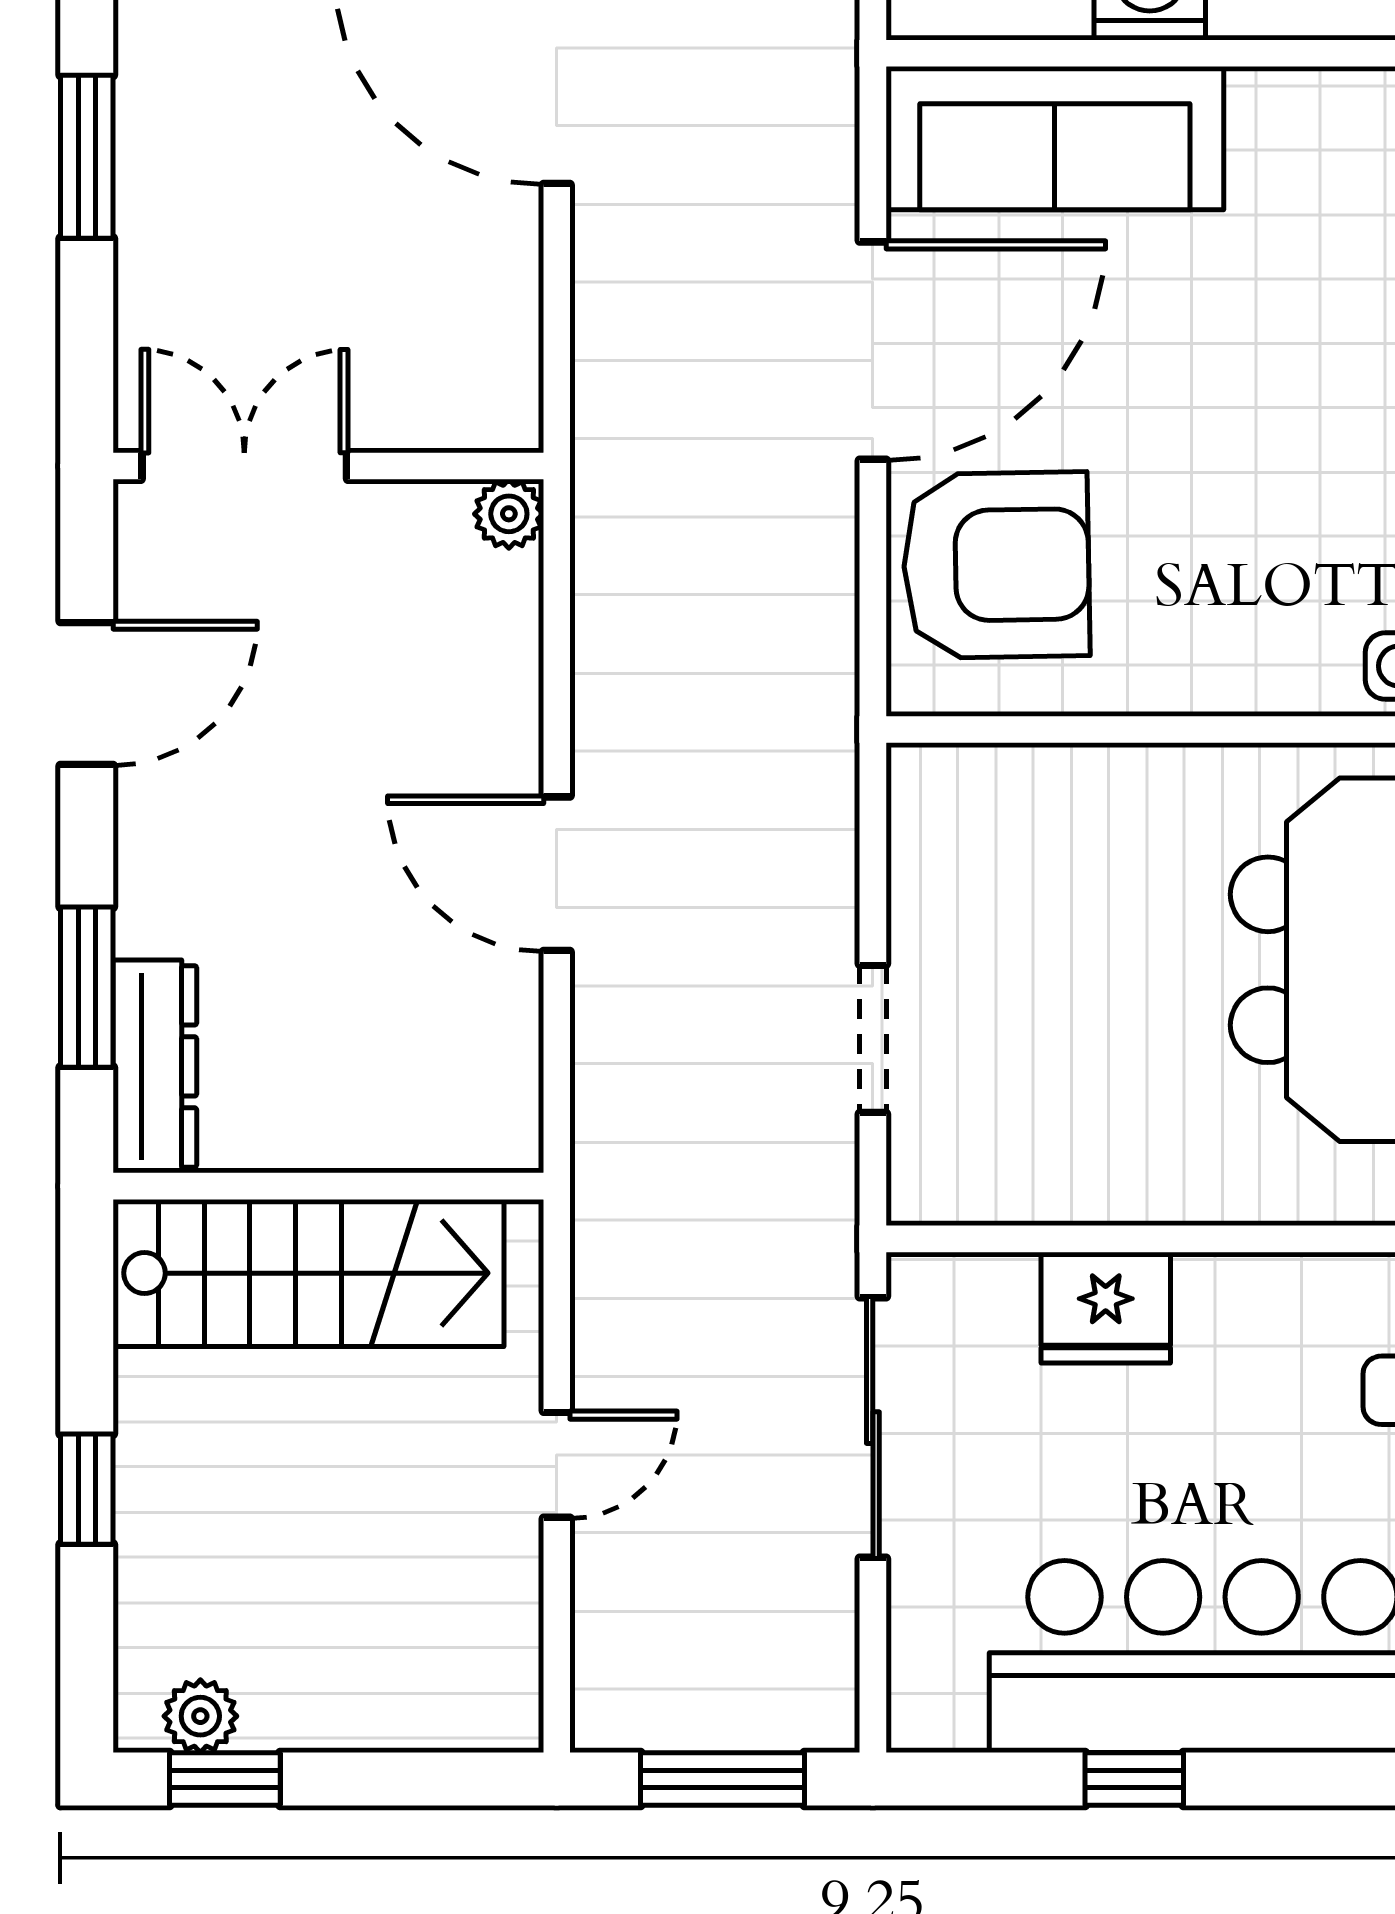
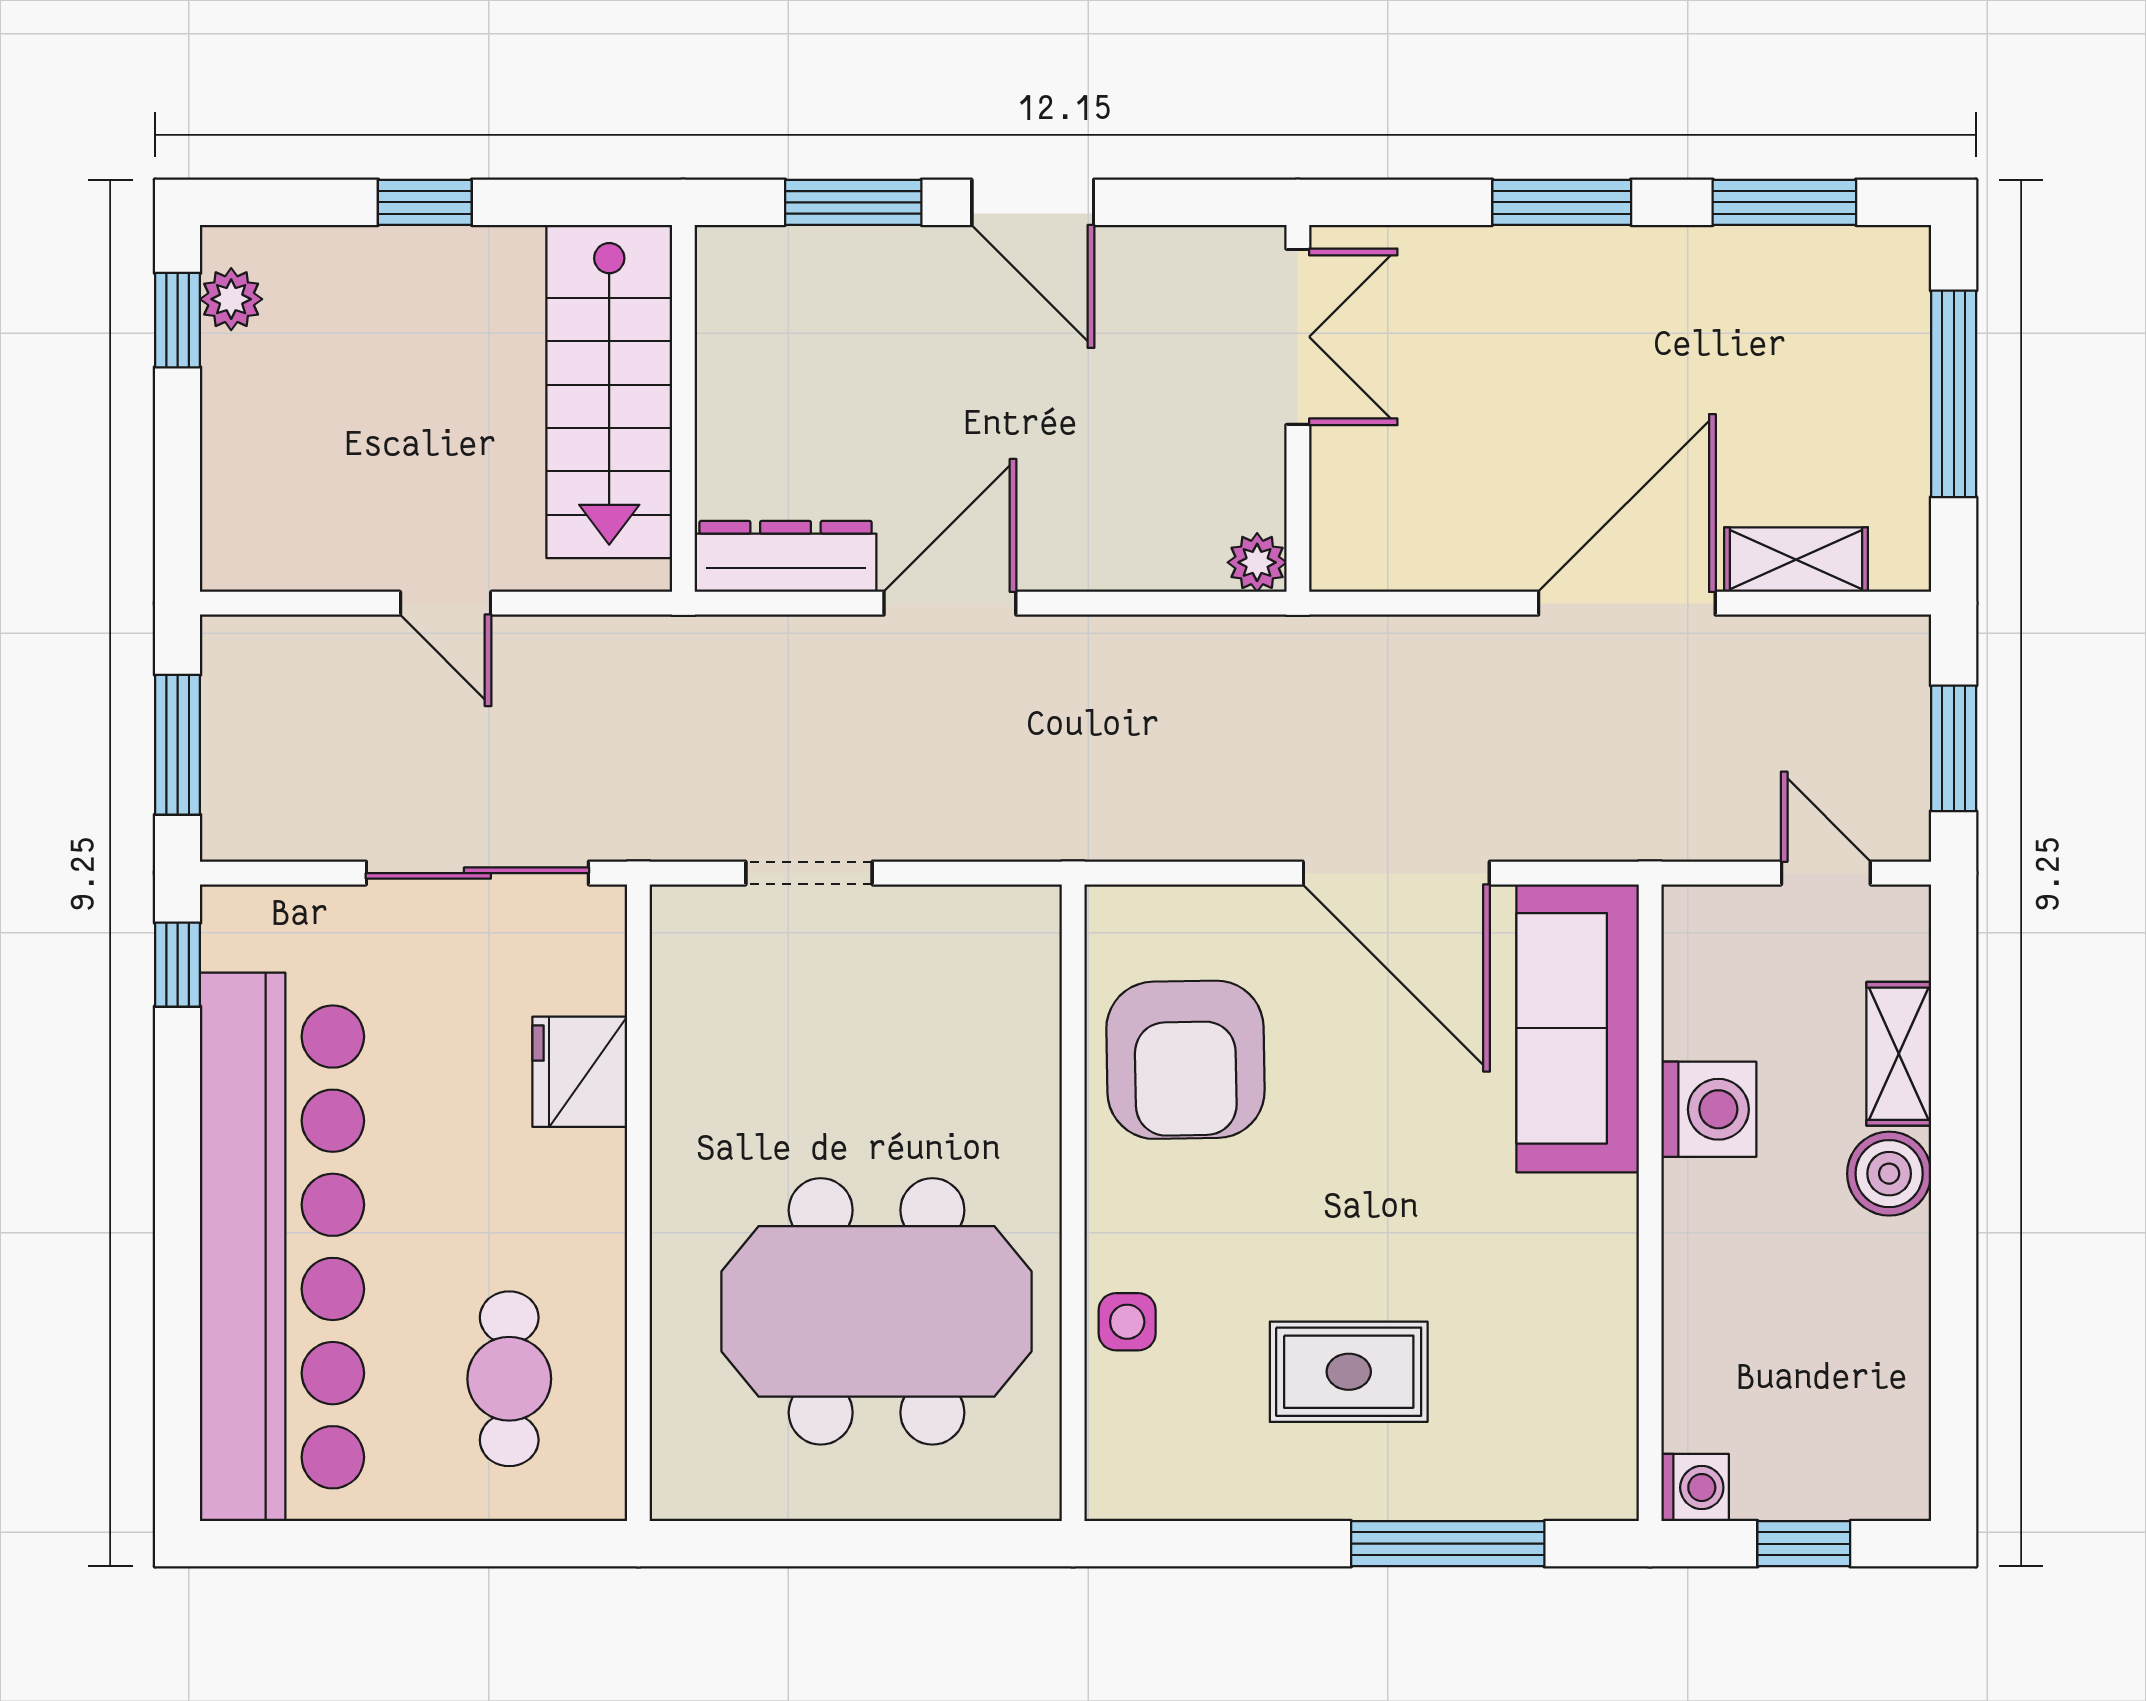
armchair: (996, 565) -> (1185, 1060), moved
door: (87, 693) -> (1033, 202), moved
dresser: (155, 1066) -> (786, 556), moved, turned 180
window: (1134, 1779) -> (178, 965), moved

